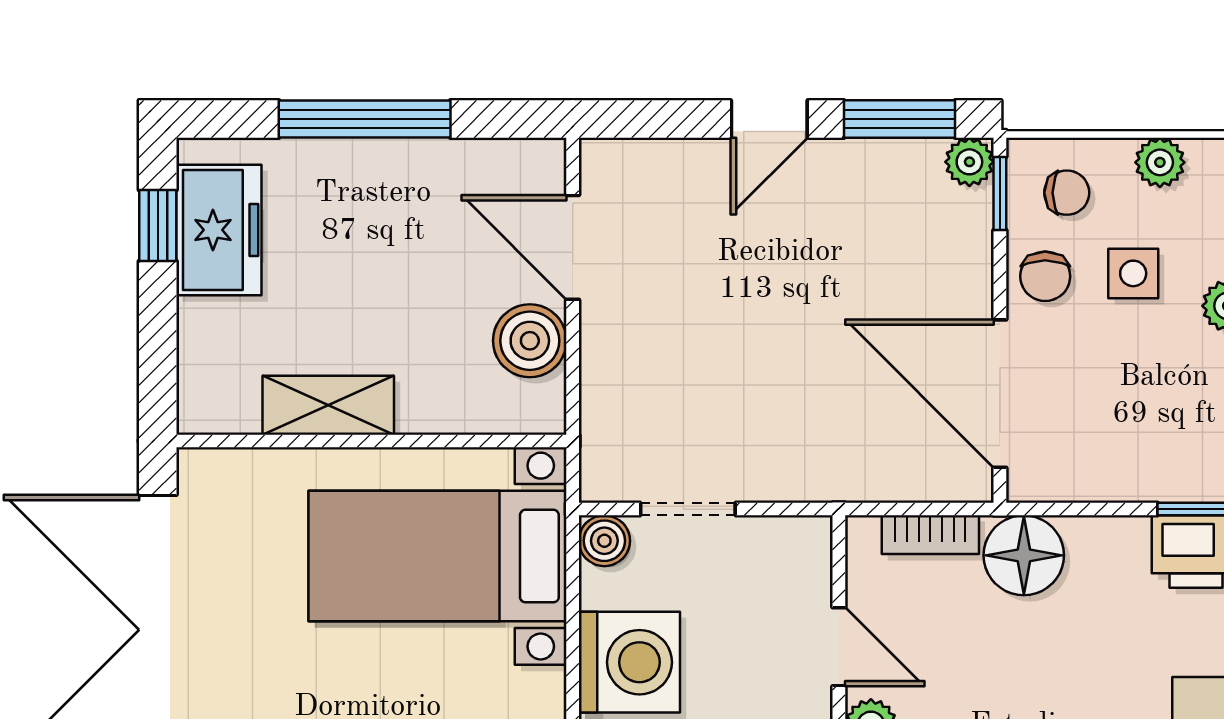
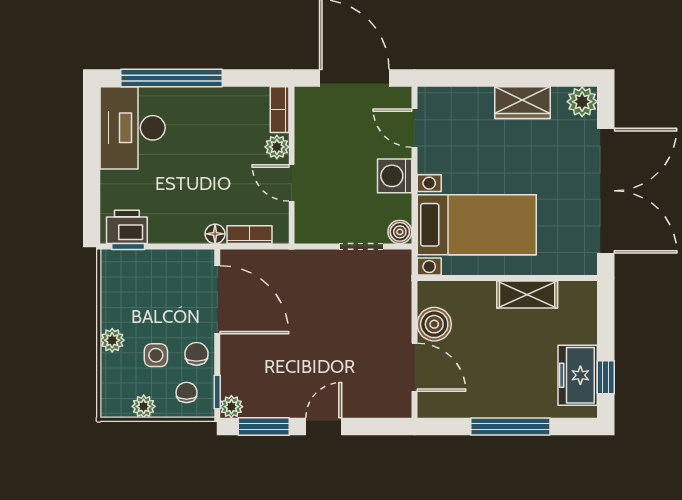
chair: (1067, 193) -> (187, 392), turned 90
floor lamp: (1024, 555) -> (215, 234), width x0.53, depth x0.53
washing machine: (629, 662) -> (395, 176), width x0.73, depth x0.73

